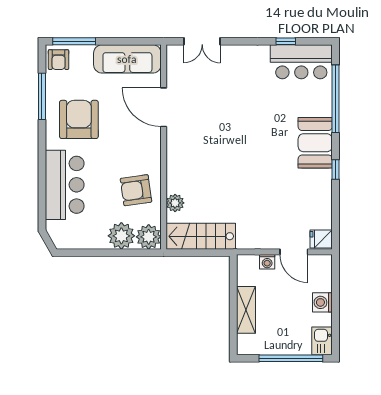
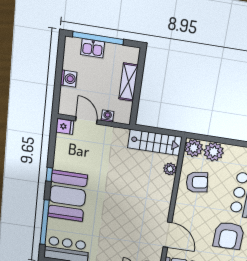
booth: (315, 143) -> (67, 196), width x1.36, depth x1.42
kitchen sink: (322, 341) -> (93, 48), moved, turned 90

